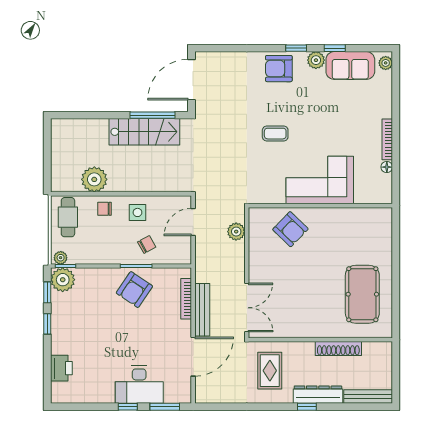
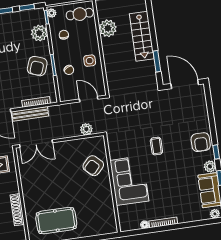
armchair: (279, 69) -> (201, 142), turned 180
window: (152, 115) -> (157, 61), width x0.69
stairs: (144, 132) -> (142, 36), moved
chair: (105, 209) -> (64, 35), moved
plant: (63, 280) -> (39, 33), moved
armchair: (134, 290) -> (37, 66), turned -104

